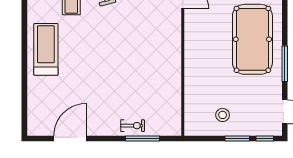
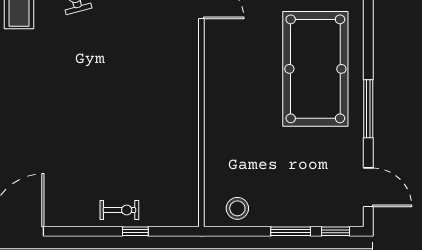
stool: (223, 115) -> (237, 208), moved
window: (142, 139) -> (135, 231), width x0.46

